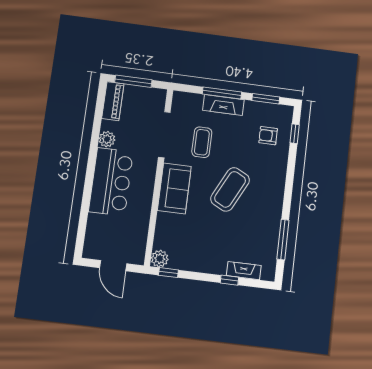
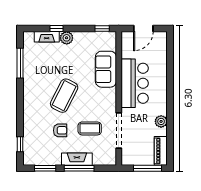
armchair: (268, 136) -> (60, 130), moved
coffee table: (202, 142) -> (90, 128), turned 90
bar counter: (111, 182) -> (135, 83), moved, turned 180
sofa: (174, 188) -> (106, 69), moved
plant: (160, 259) -> (67, 38), moved
door: (113, 266) -> (143, 29), swing flipped

